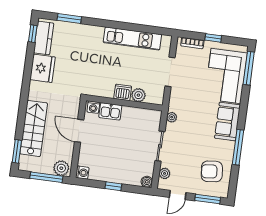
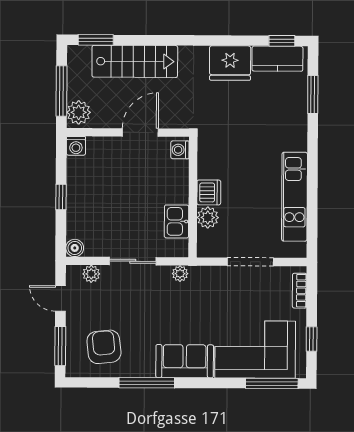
window: (213, 38) -> (312, 339), moved
kitchen sink: (110, 111) -> (177, 221), moved

